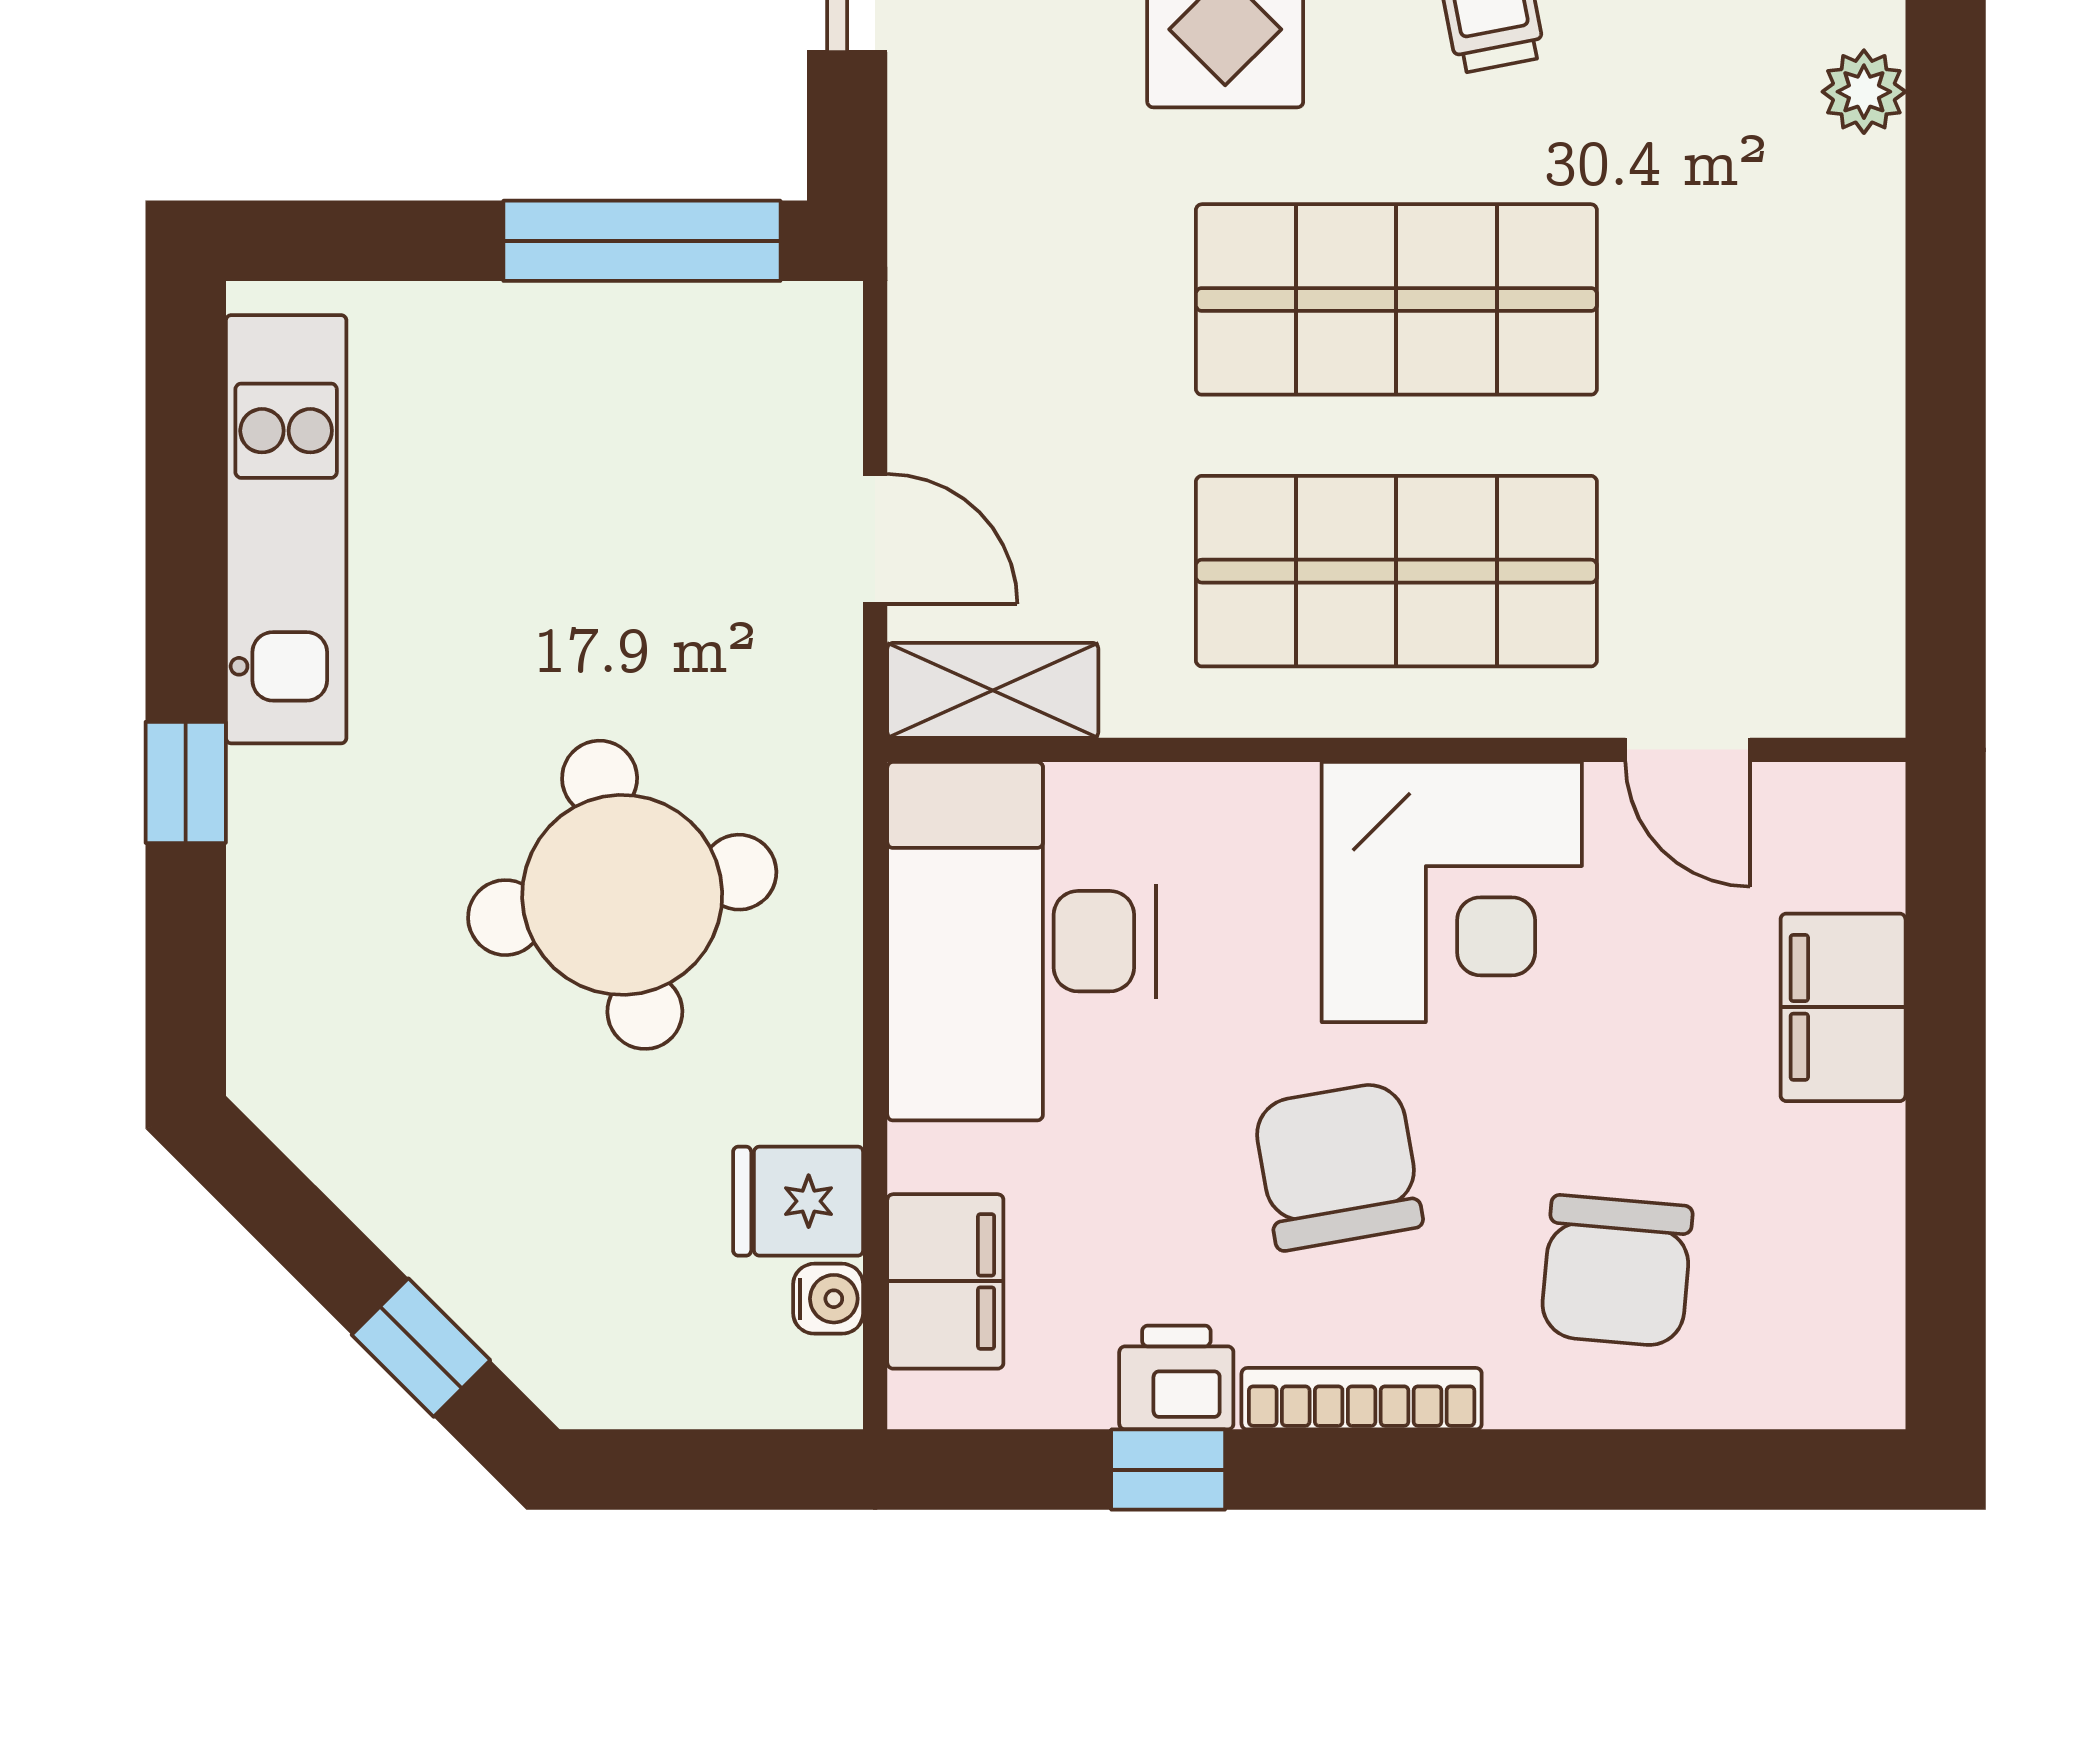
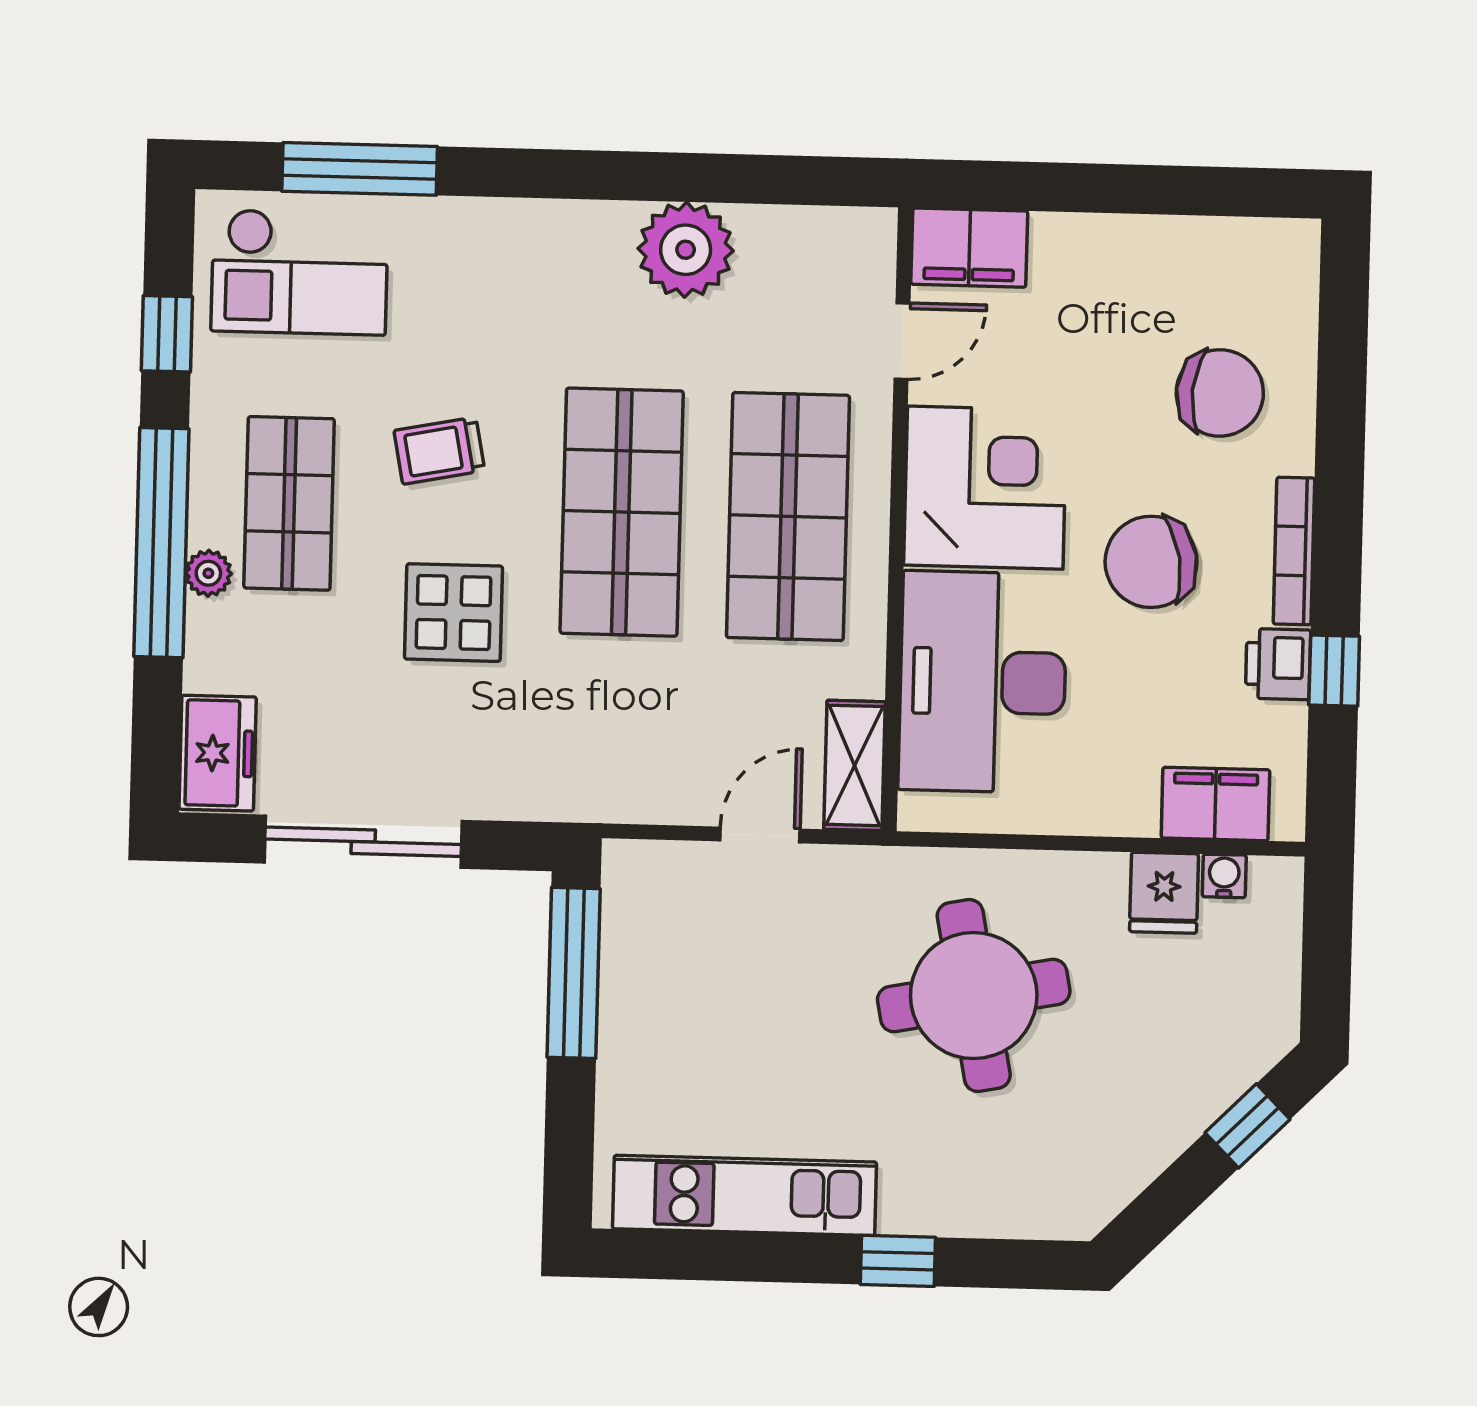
plant: (1864, 92) -> (686, 250), moved, width x1.87, depth x1.87
desk: (1021, 941) -> (983, 682), moved, turned 90
filing cabinet: (1843, 1007) -> (969, 248), moved

